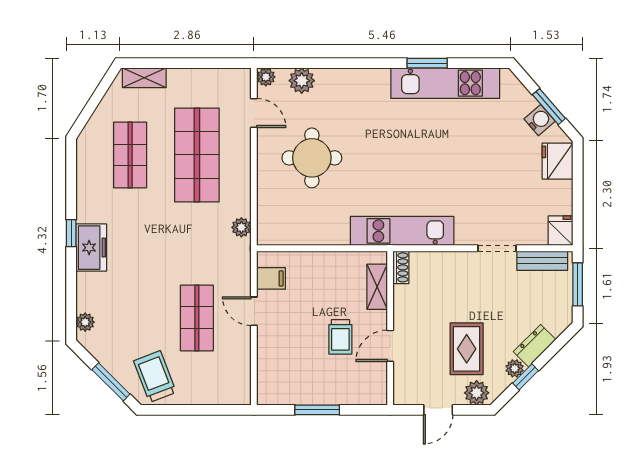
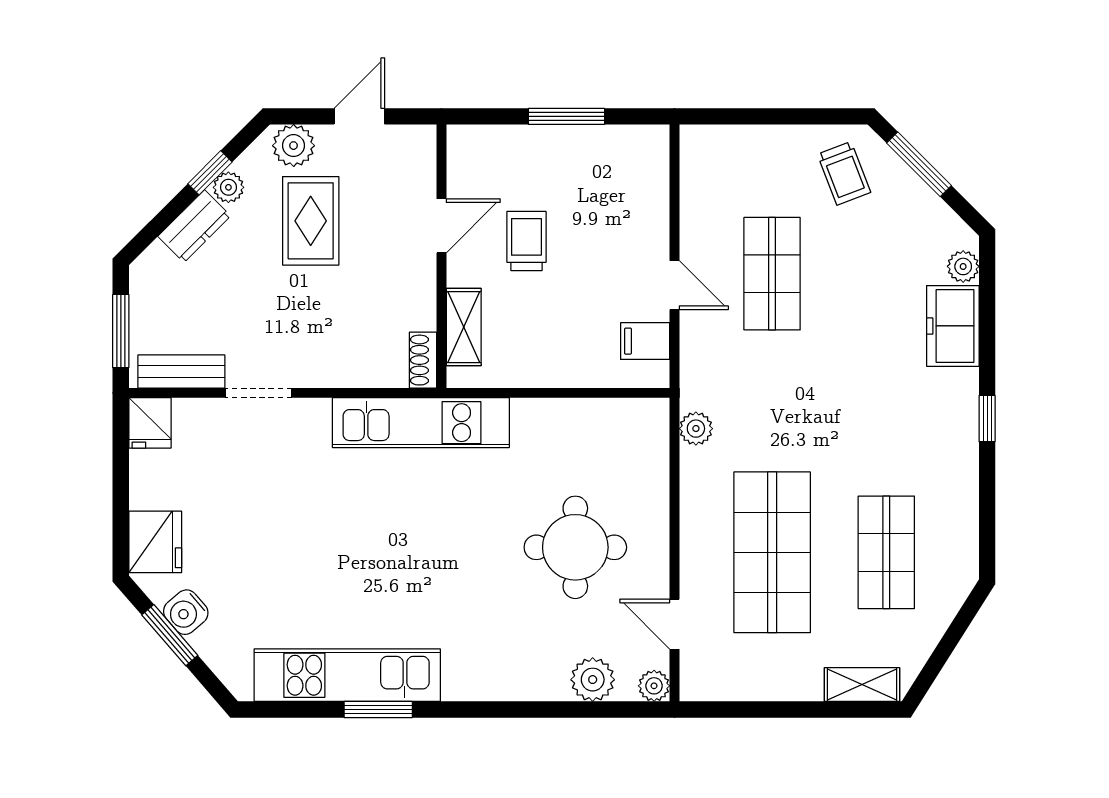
freezer: (91, 248) -> (953, 326), moved
trolley: (155, 377) -> (844, 173), width x0.73, depth x0.72

